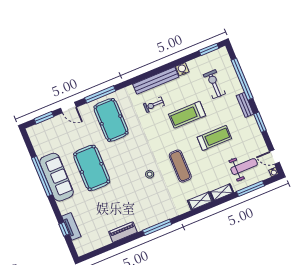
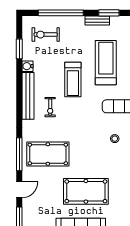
window: (209, 49) -> (19, 49), moved
exercise bike: (214, 84) -> (46, 35), moved
bench: (245, 105) -> (97, 21), moved
treadmill: (214, 138) -> (106, 63), width x1.37, depth x1.38

